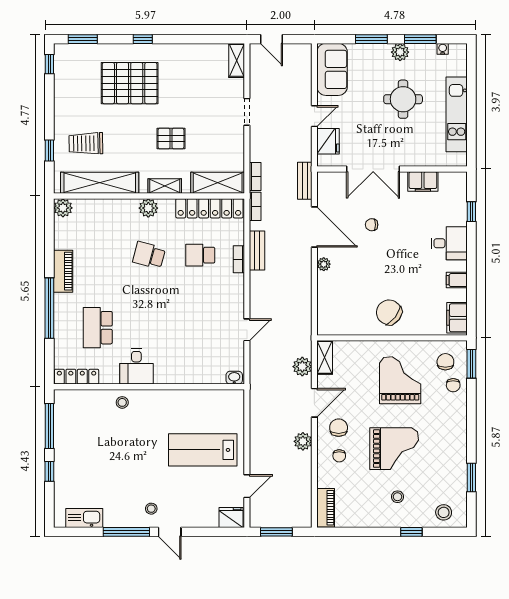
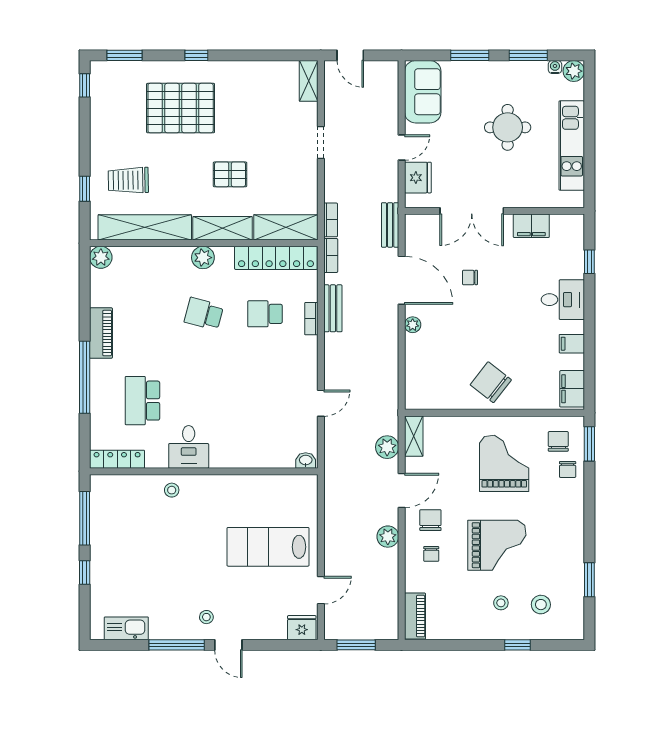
plant: (400, 52) -> (574, 71), moved
shelving: (165, 186) -> (223, 228), width x1.50, depth x1.33
stool: (444, 512) -> (541, 605), moved

